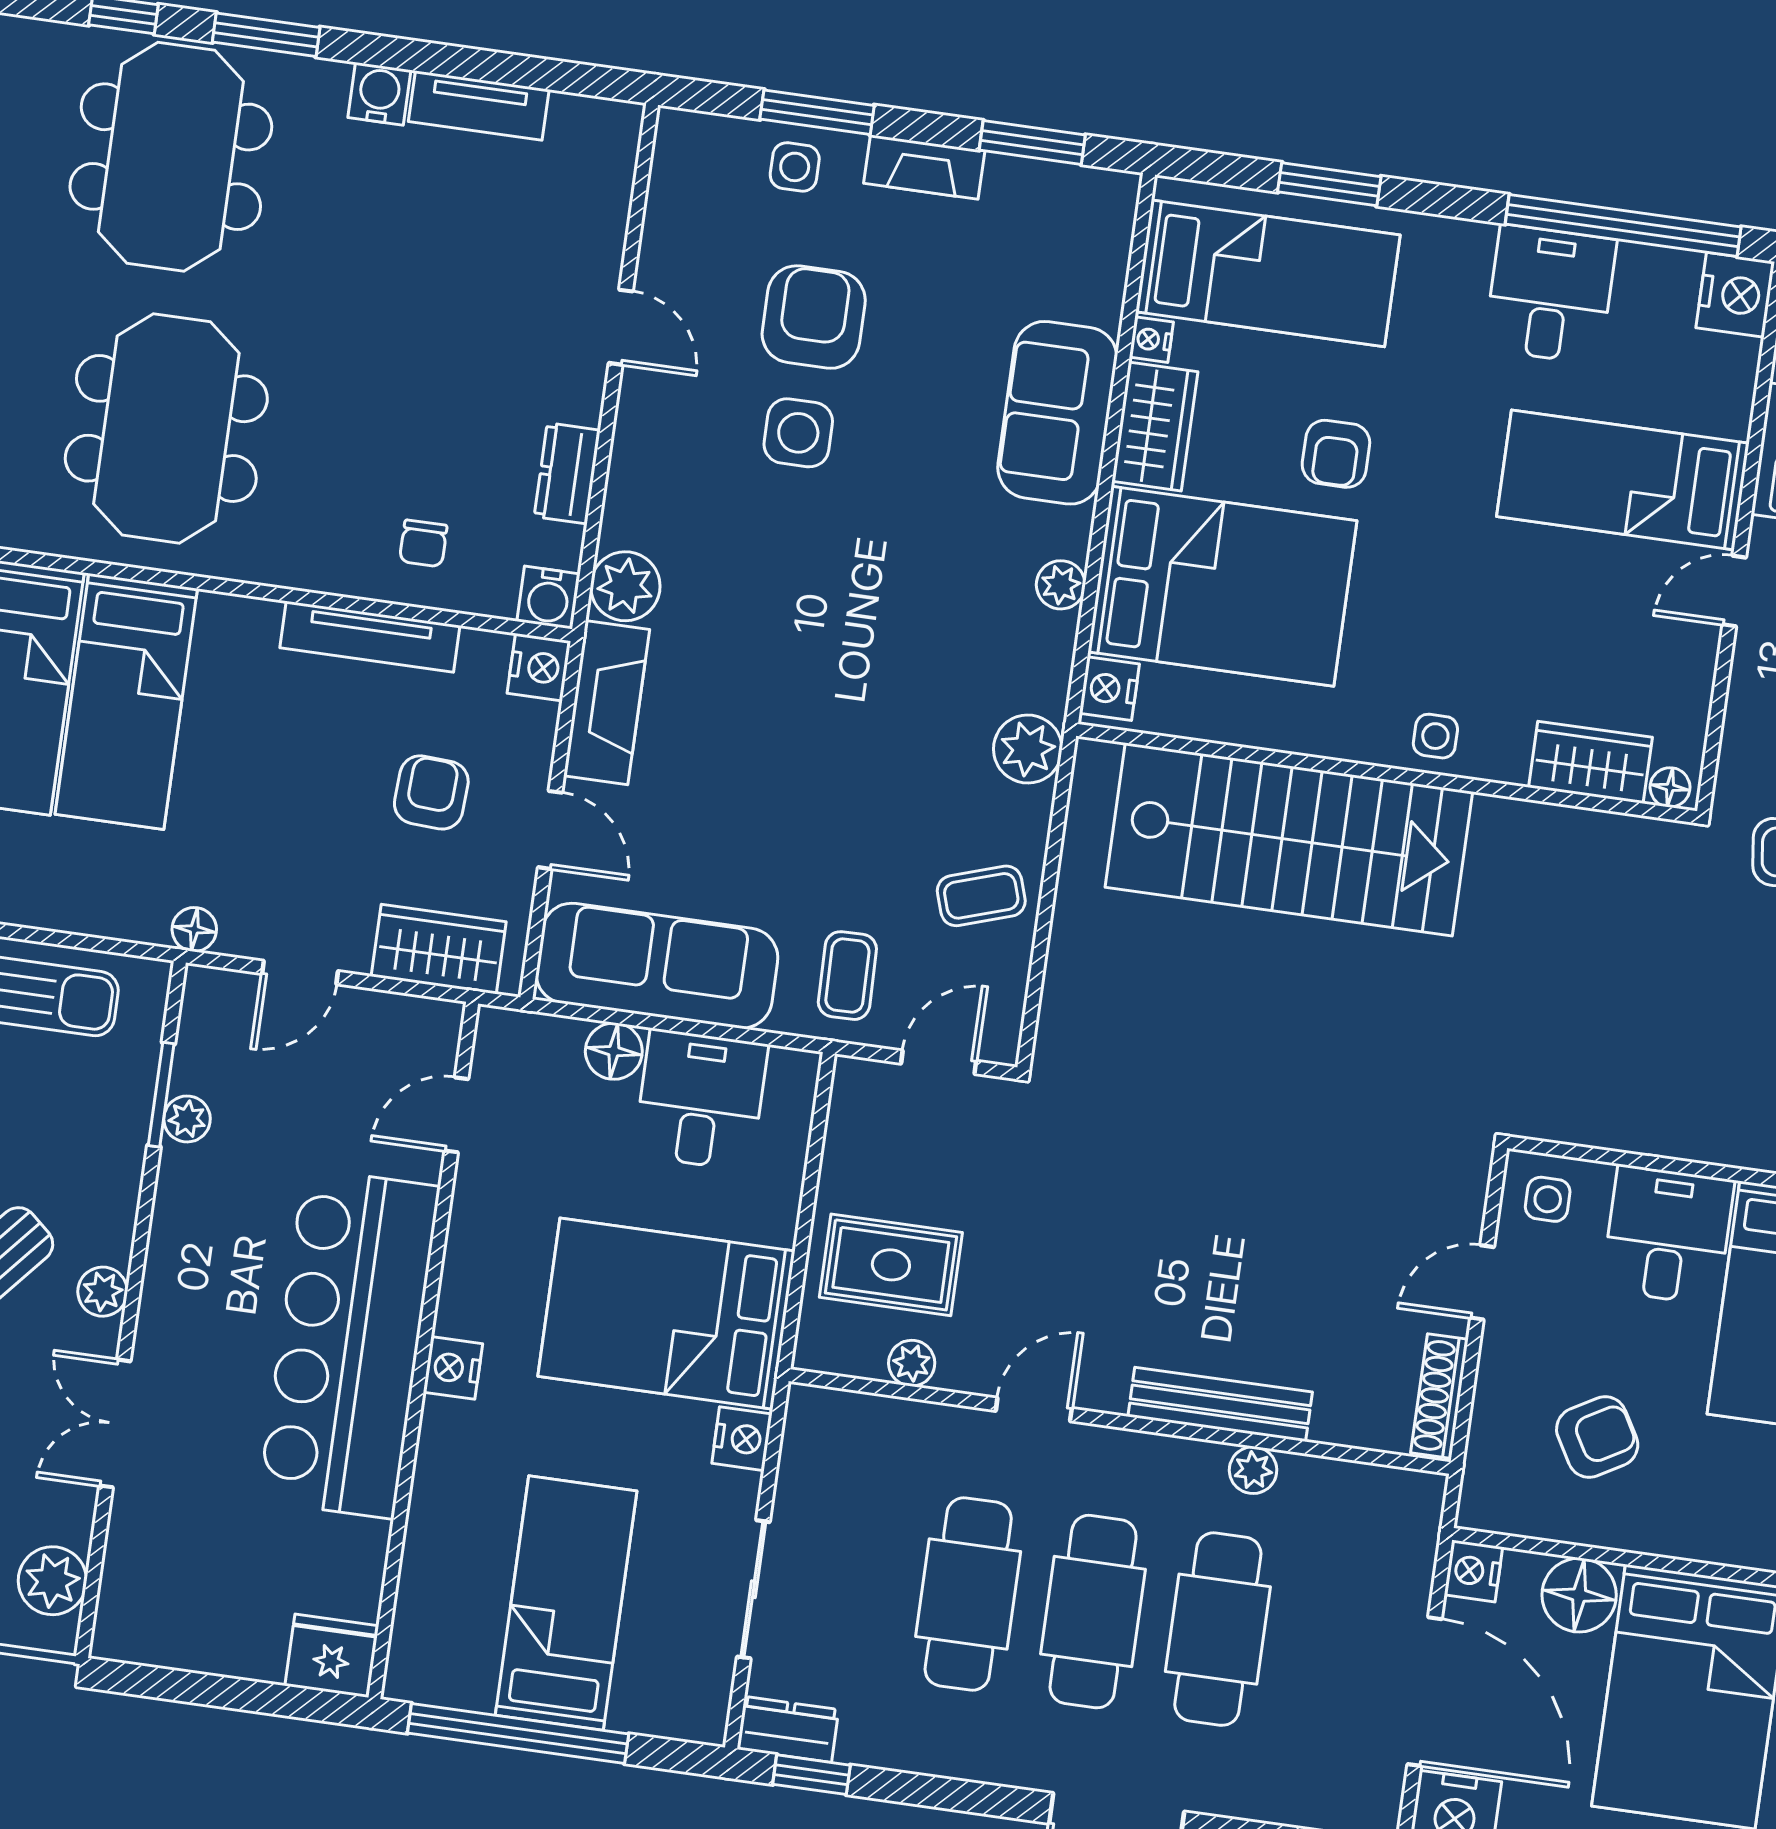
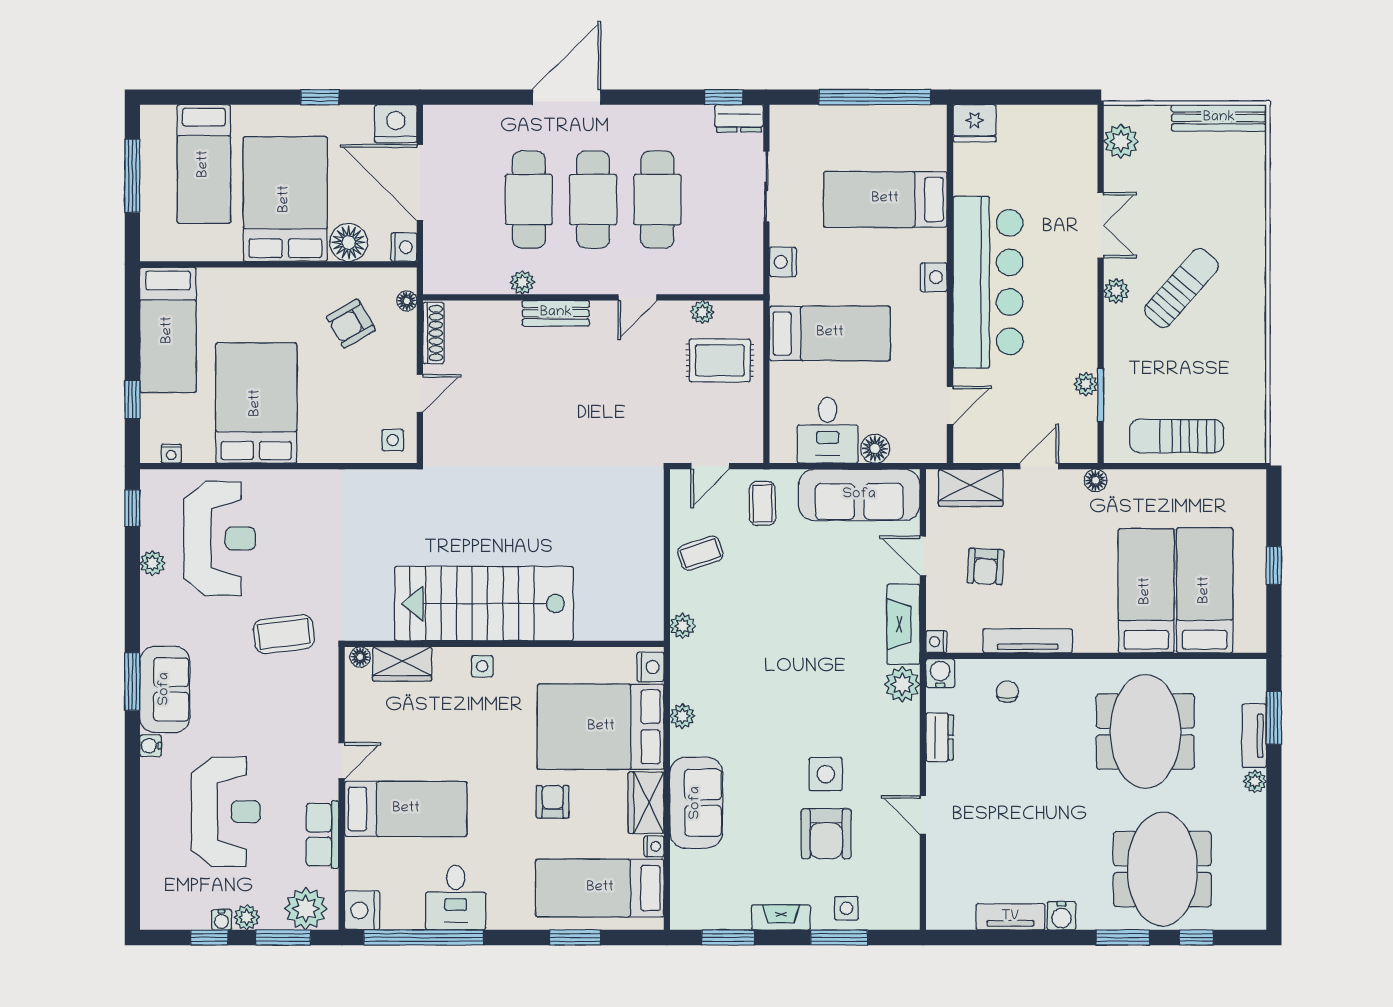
nightstand: (539, 667) -> (936, 642), width x0.72, depth x0.74
plant: (1028, 749) -> (683, 626), width x0.73, depth x0.73
stairs: (1289, 839) -> (484, 604), moved
desk: (1668, 1235) -> (329, 431), removed
bed: (666, 1314) -> (830, 333), width x0.67
bench: (1220, 1404) -> (556, 313), width x0.73
floor lamp: (1482, 1466) -> (407, 301), added
bed: (566, 1603) -> (885, 199), moved, turned 90

